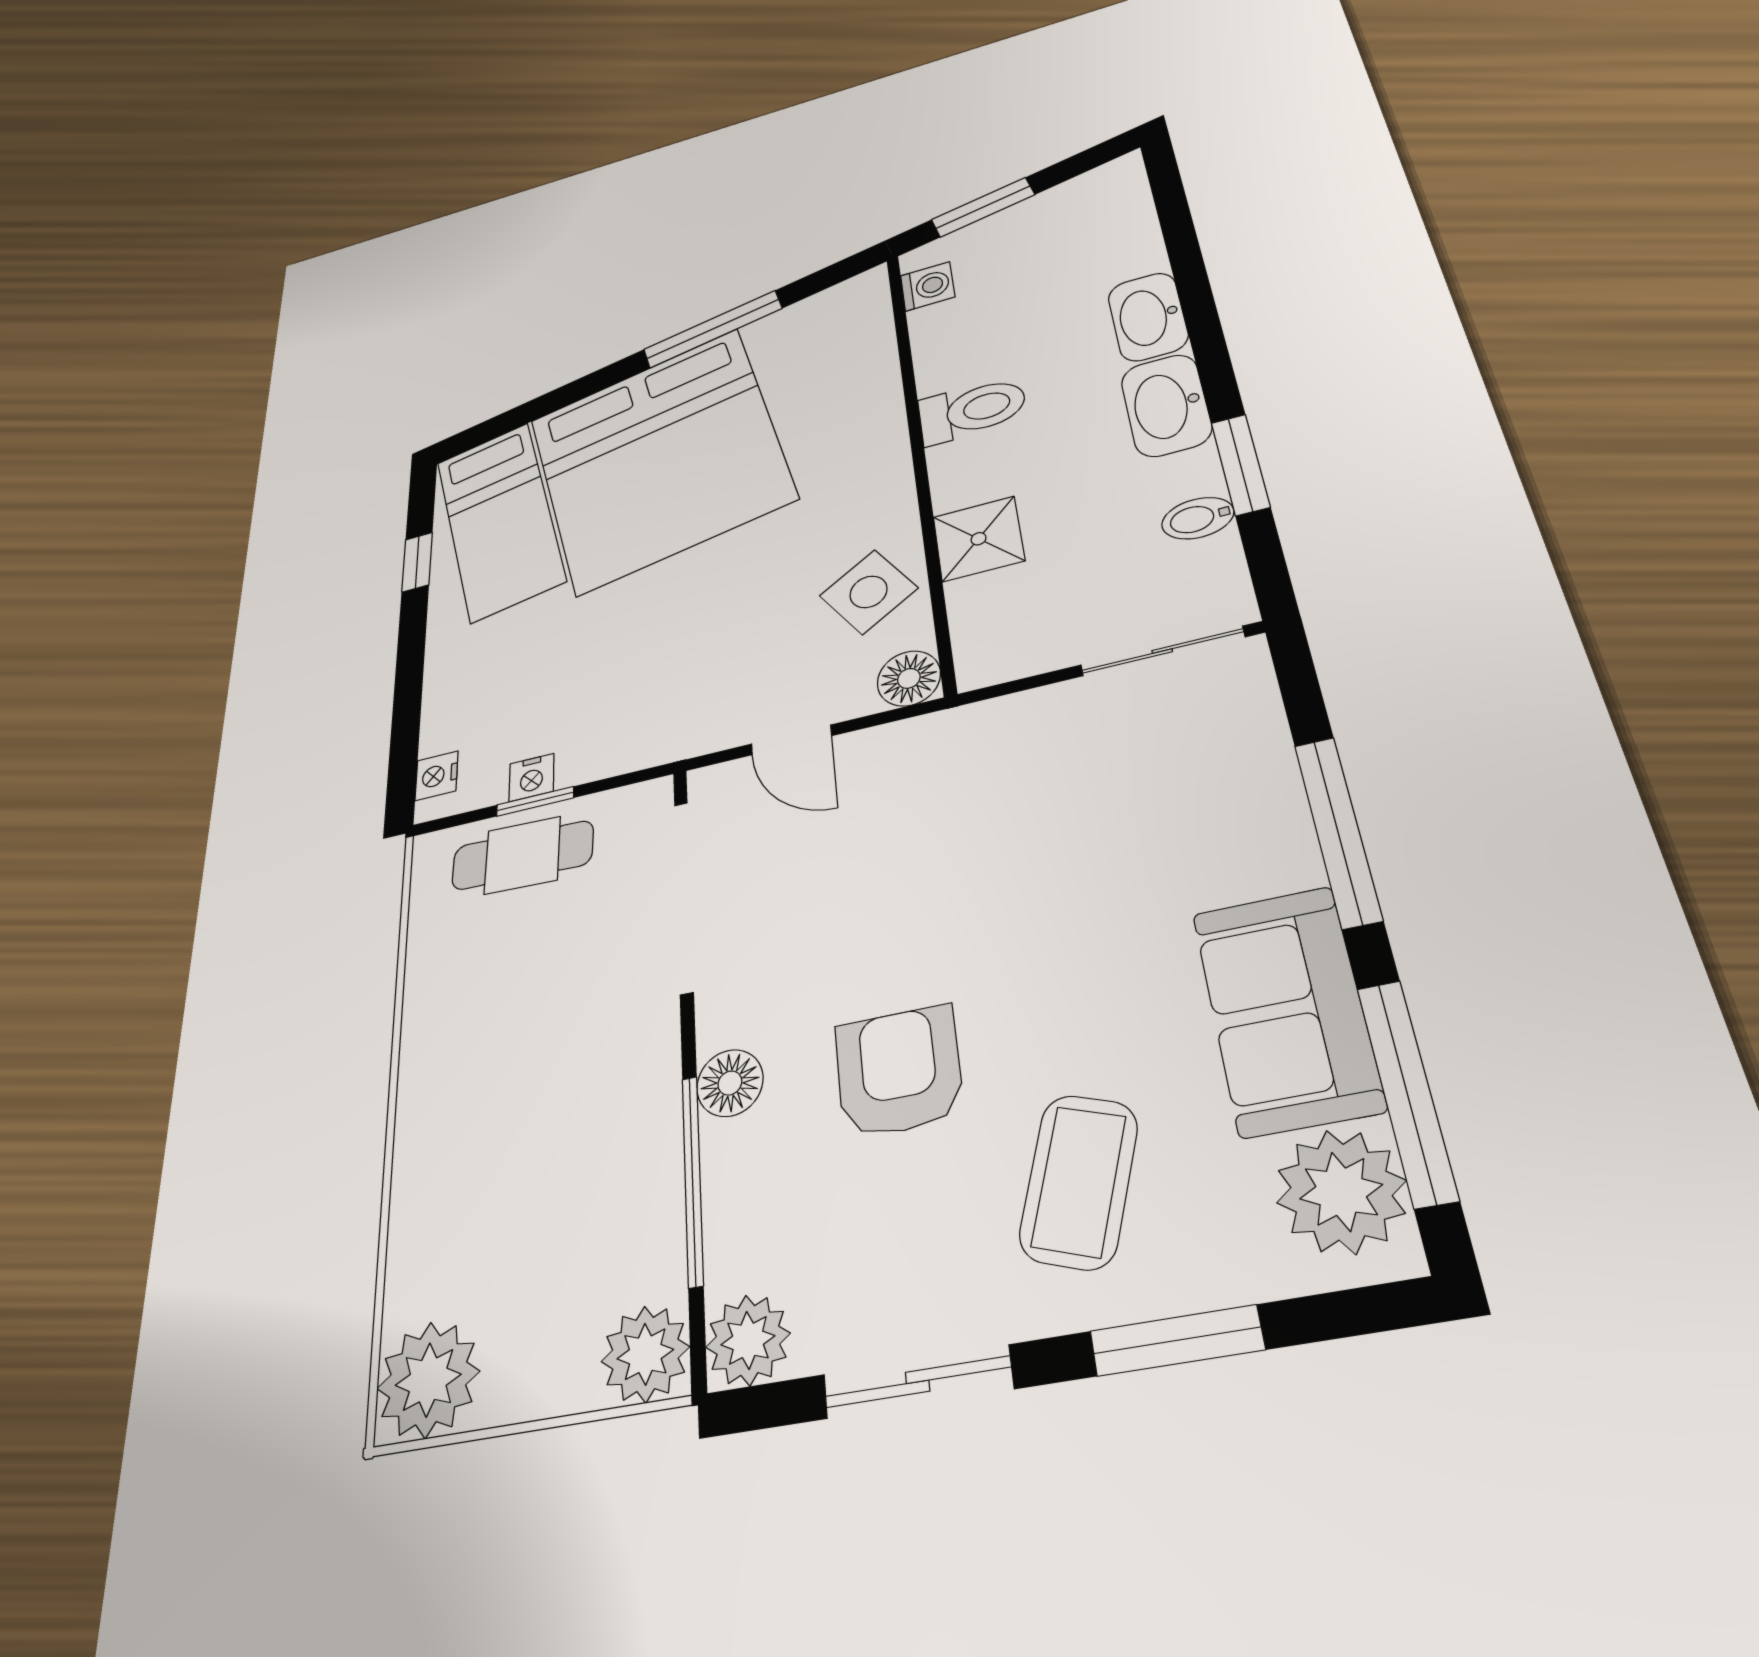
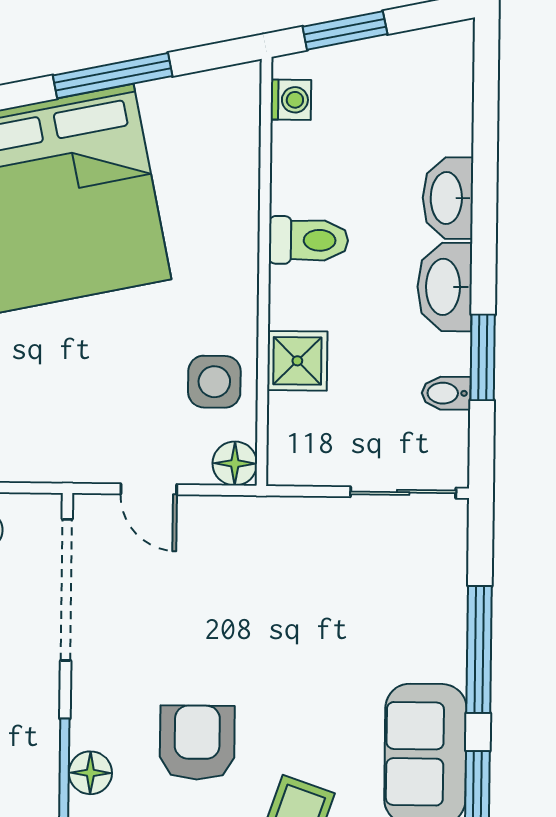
side table: (869, 592) -> (214, 382), turned 33
floor lamp: (730, 1083) -> (90, 773), moved

